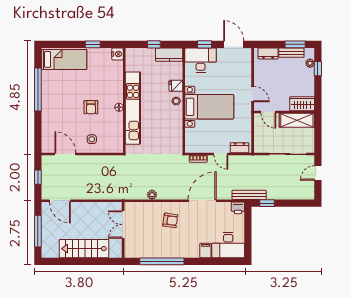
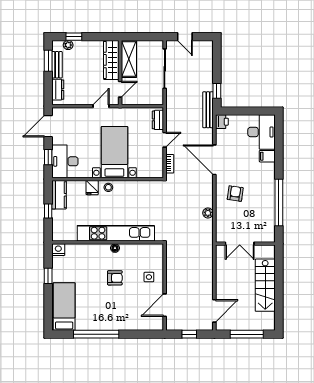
wardrobe: (302, 104) -> (111, 60), width x1.50

